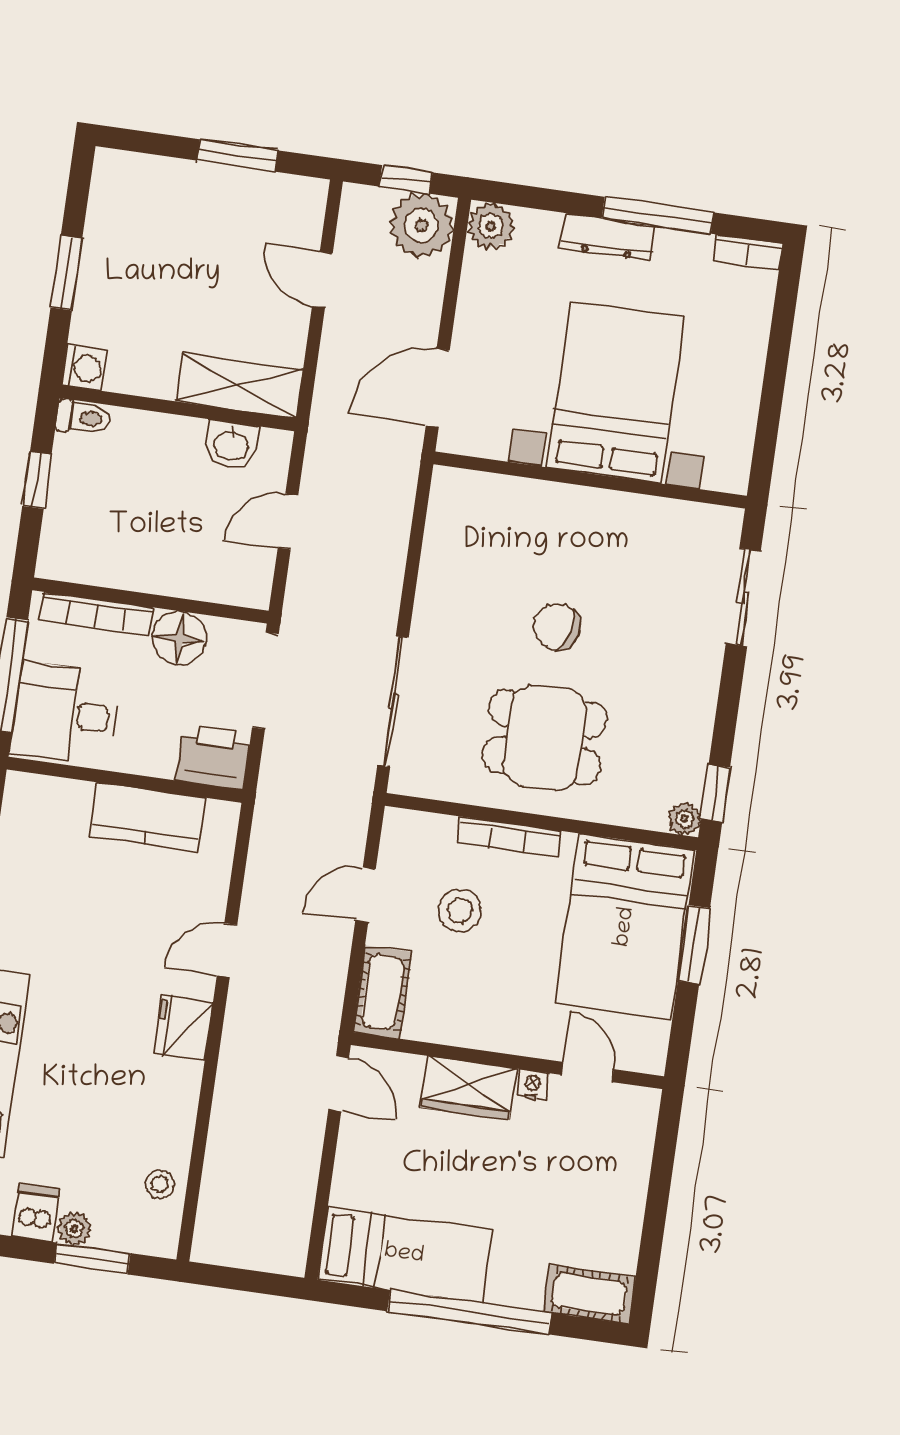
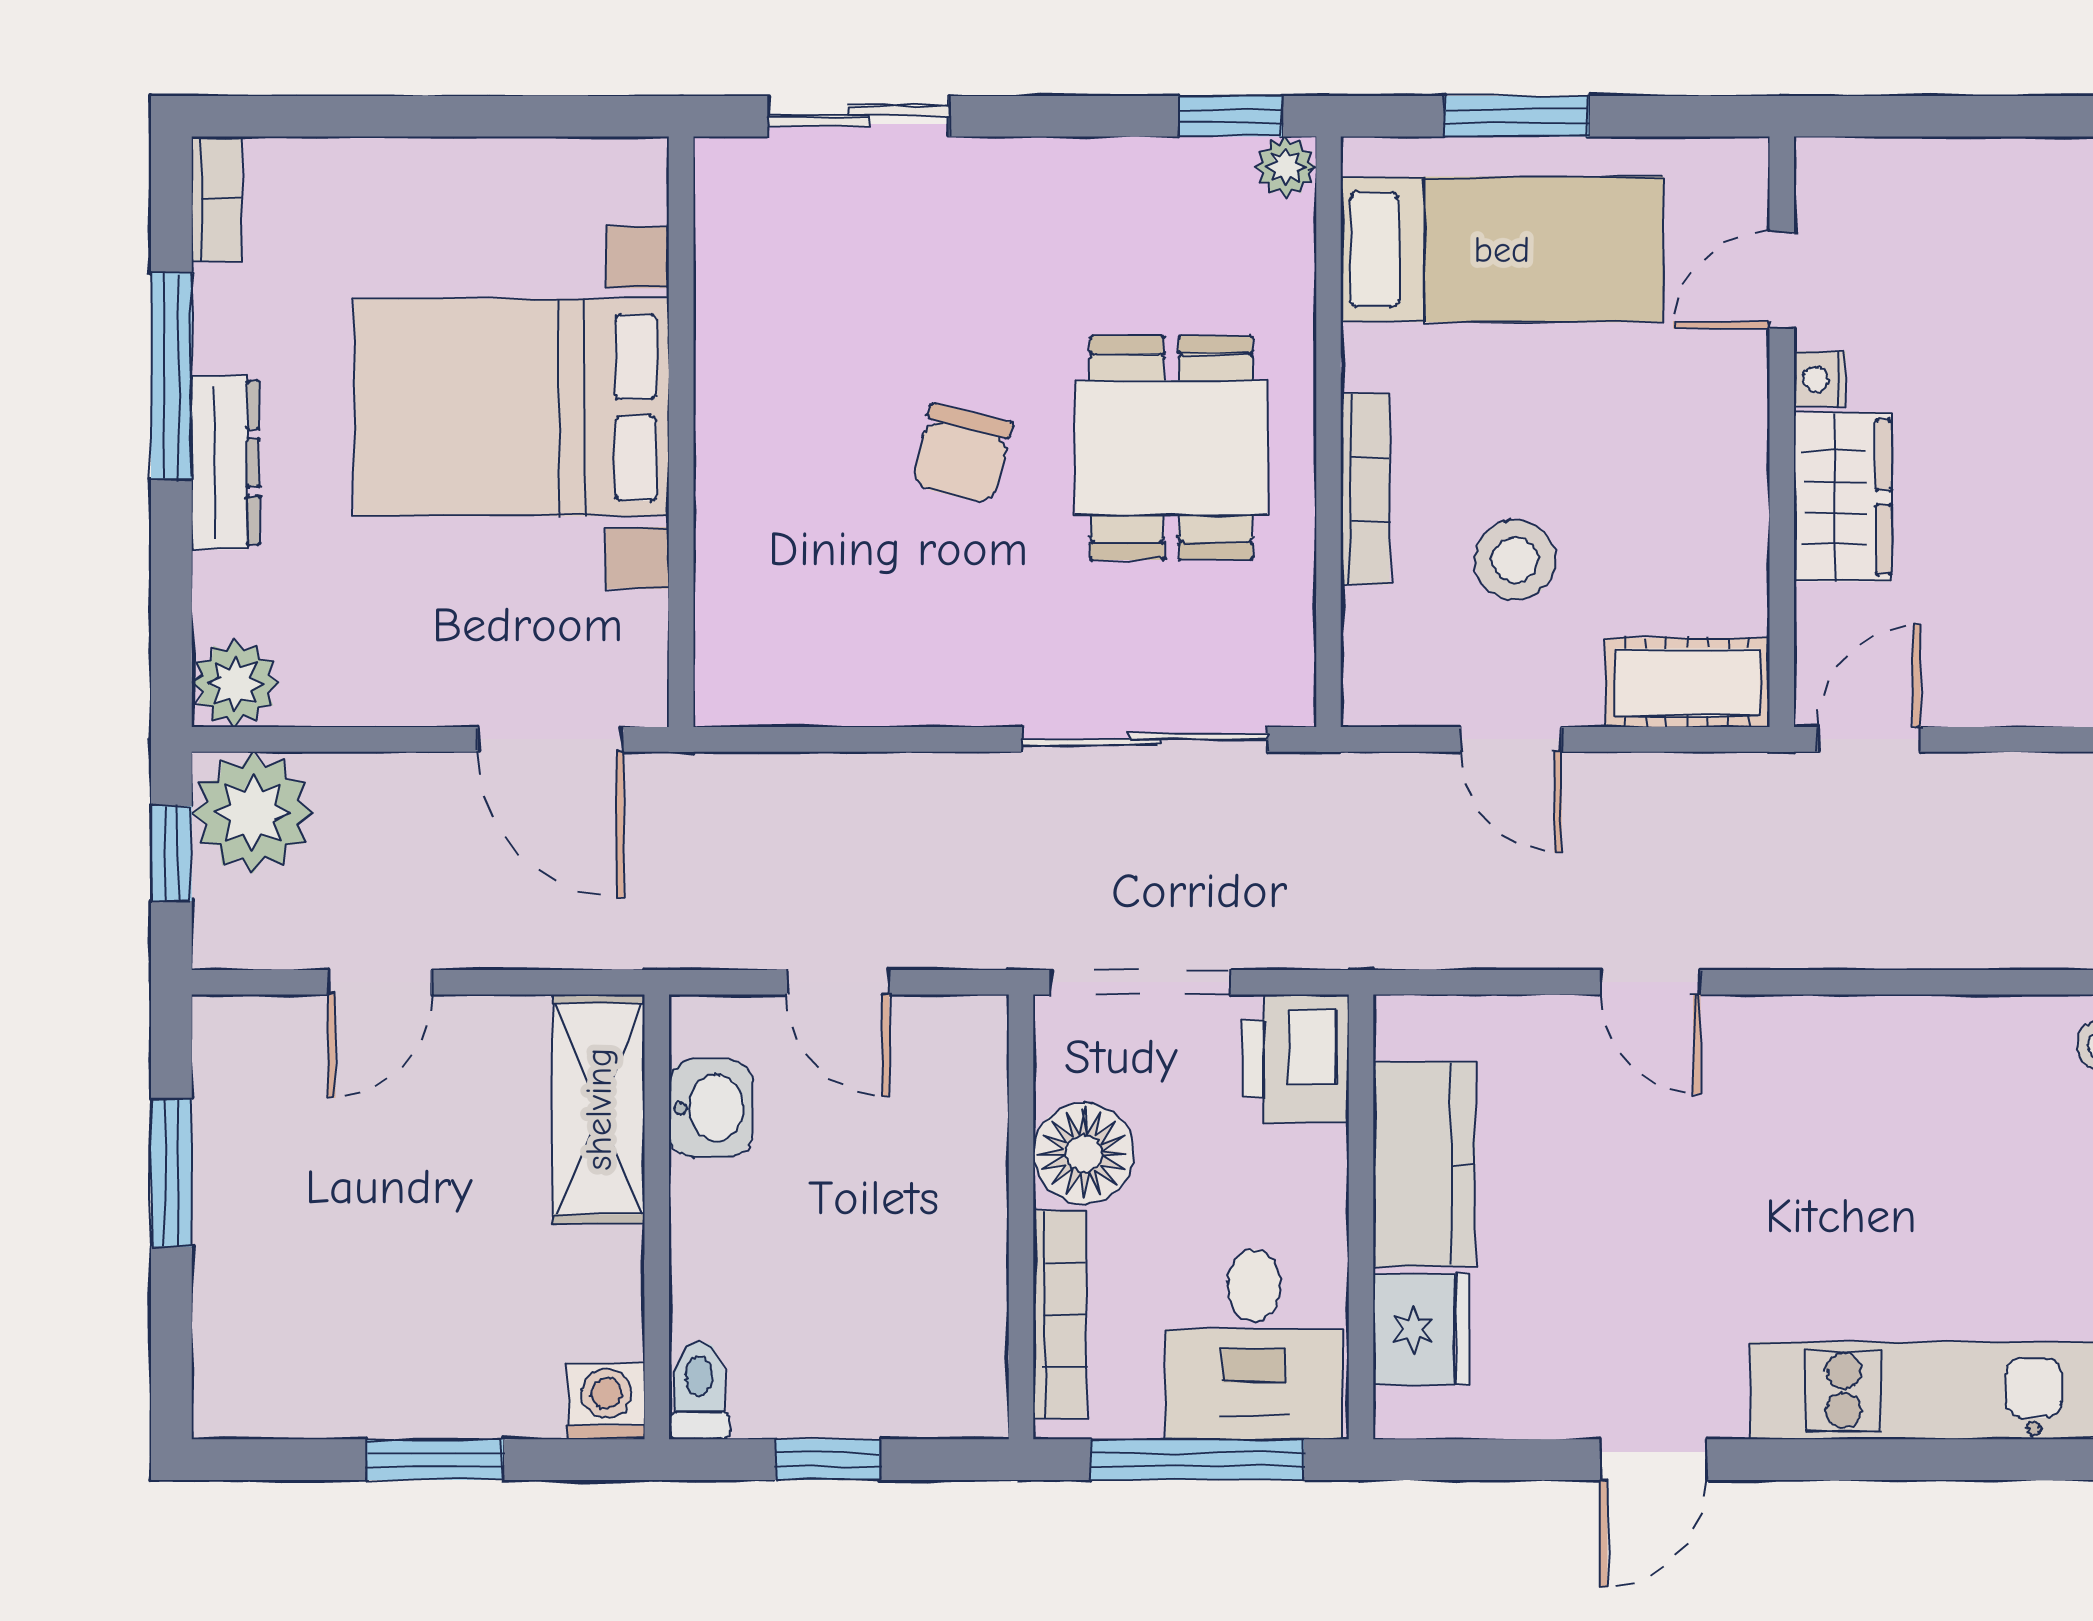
bed: (625, 927) -> (1502, 250), width x0.67
fridge: (183, 1028) -> (1421, 1329), moved, turned -90

